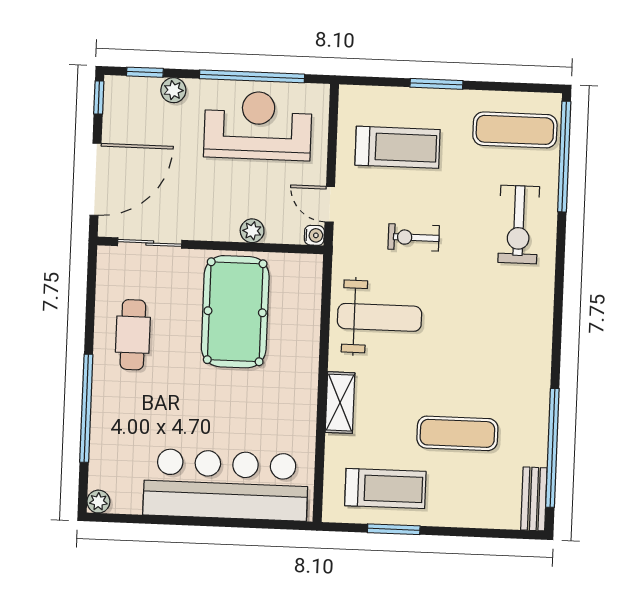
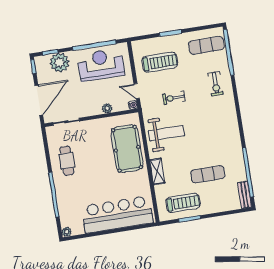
plant: (173, 90) -> (59, 63), width x1.88, depth x1.88
exercise bike: (519, 224) -> (216, 84), width x0.73, depth x0.72
pool table: (235, 312) -> (127, 149), moved

